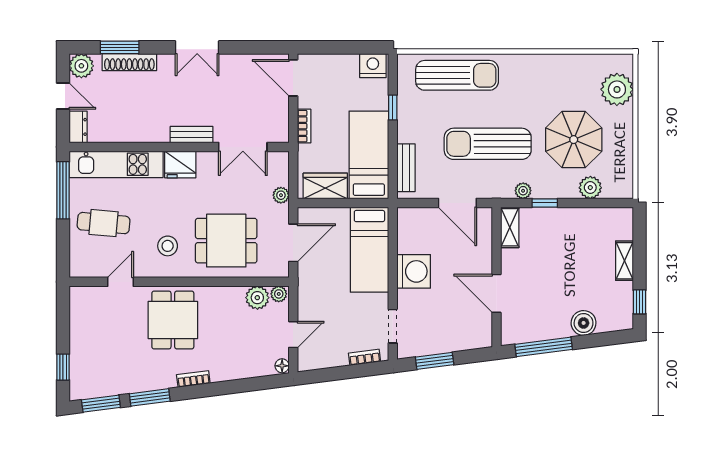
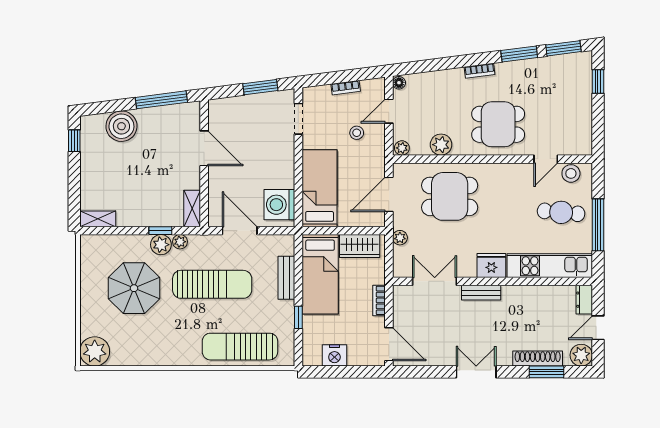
nightstand: (373, 66) -> (334, 355), moved
plant: (617, 89) -> (95, 351), moved
door: (63, 96) -> (598, 328), hinge flipped
bench: (406, 168) -> (286, 278), moved
plant: (590, 188) -> (161, 245), moved
window: (63, 190) -> (598, 225), moved
stool: (168, 246) -> (571, 173), moved
shelving: (624, 261) -> (98, 219), moved, turned 90
washing machine: (414, 271) -> (279, 205), moved
plant: (257, 298) -> (441, 145), moved
stool: (329, 311) -> (357, 133), added
dining table: (173, 320) -> (498, 124), turned 90
boiler: (584, 323) -> (121, 126), width x1.37, depth x1.37
bookcase: (365, 357) -> (346, 88), moved

